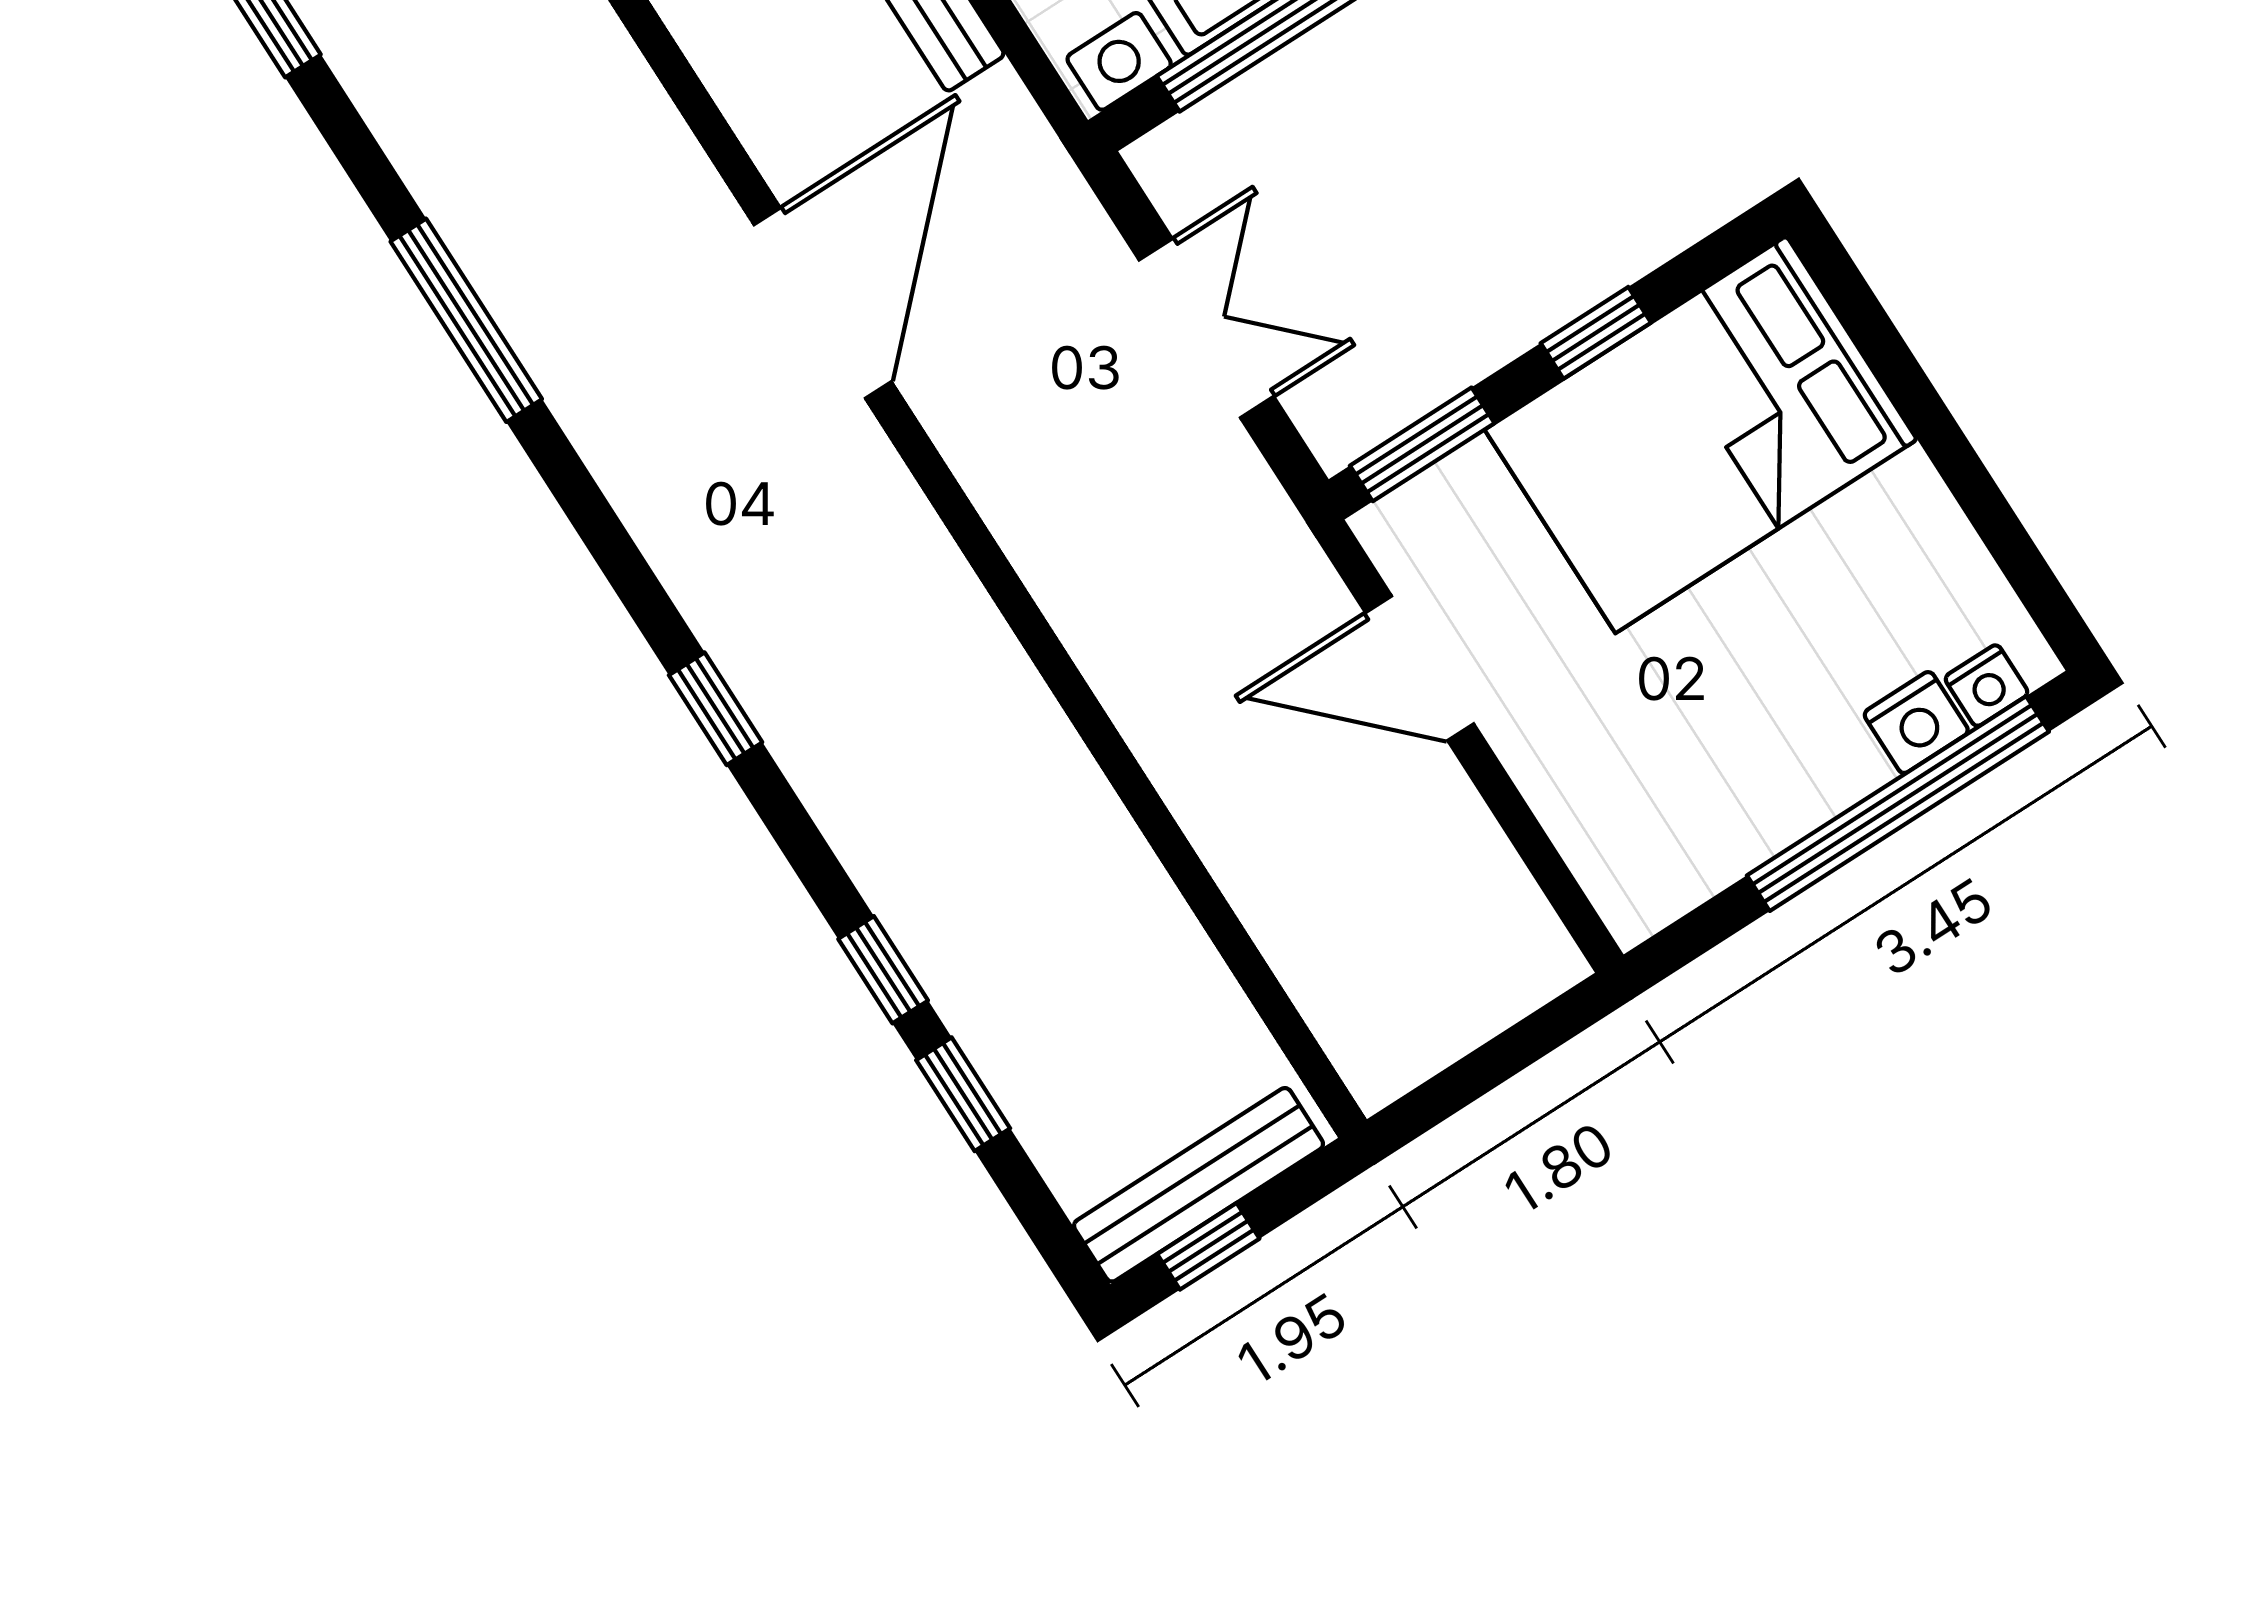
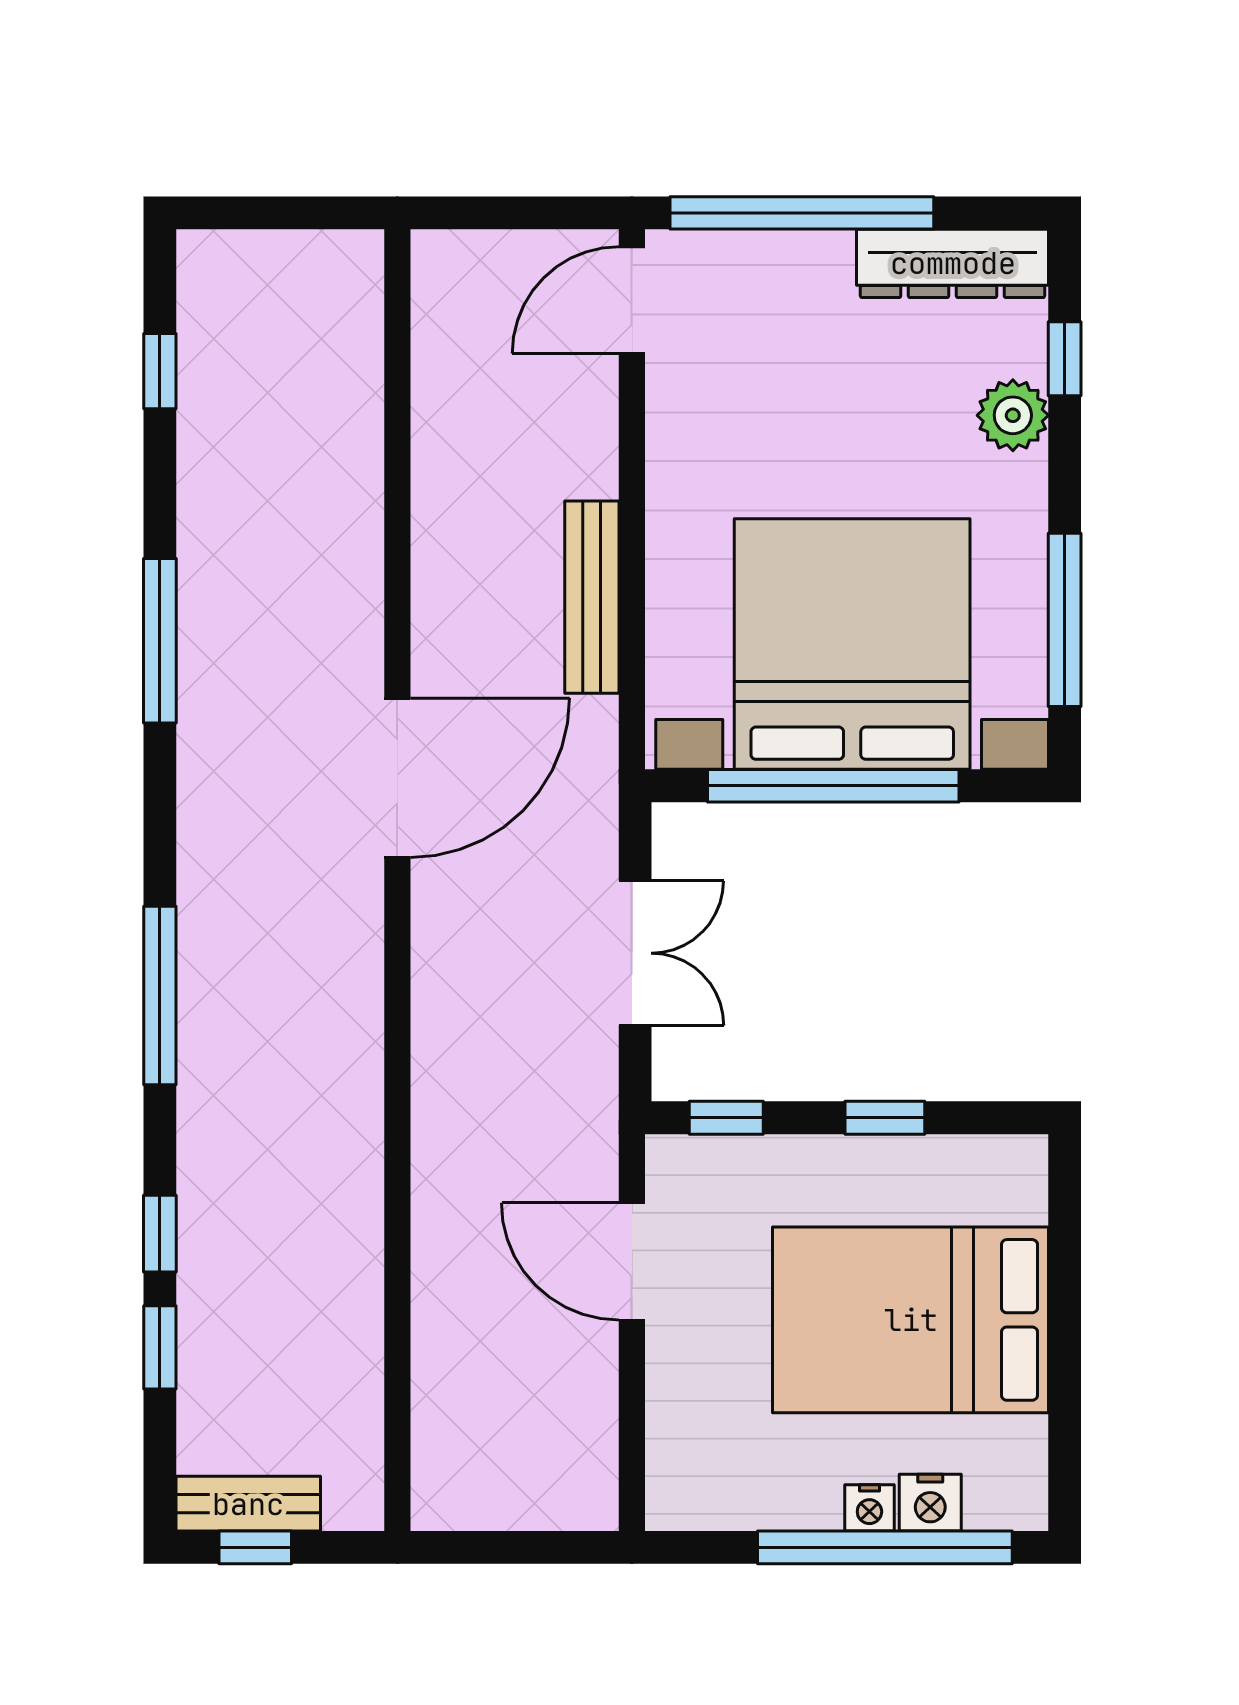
bed: (1701, 435) -> (911, 1320), moved
window: (1422, 444) -> (726, 1118), width x0.67
nightstand: (1987, 686) -> (869, 1508), moved
window: (716, 709) -> (160, 995), width x2.17
bench: (1199, 1185) -> (248, 1504), width x0.73

